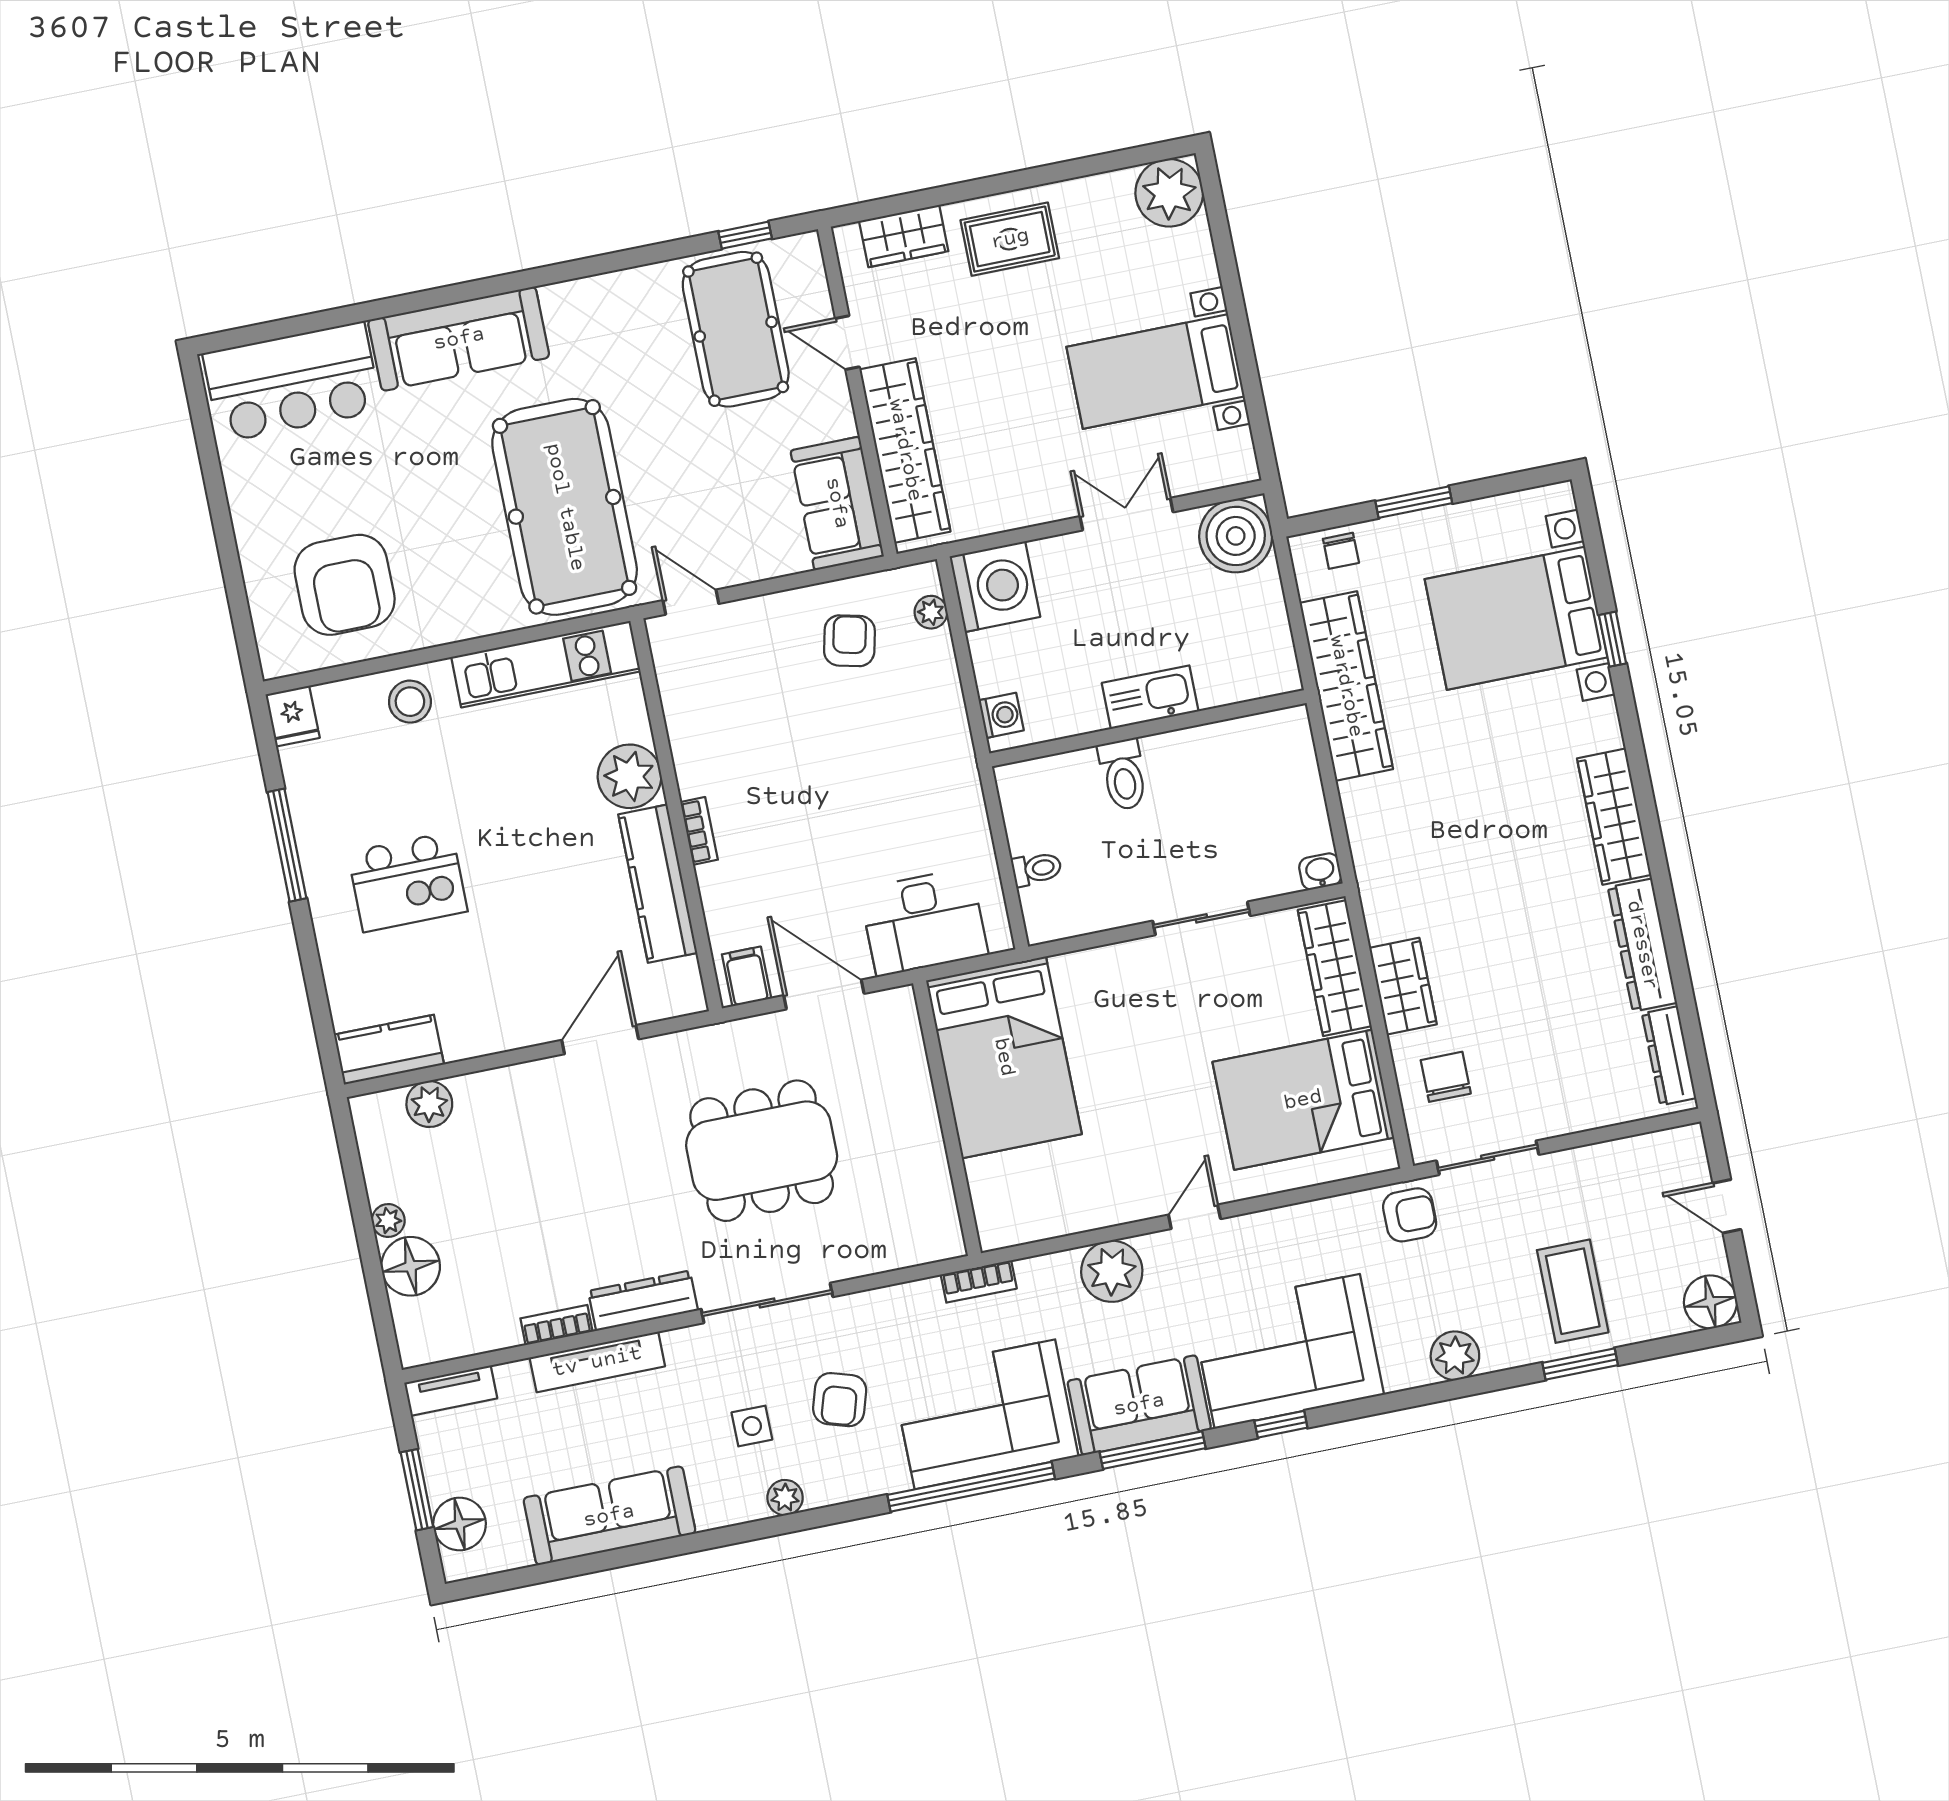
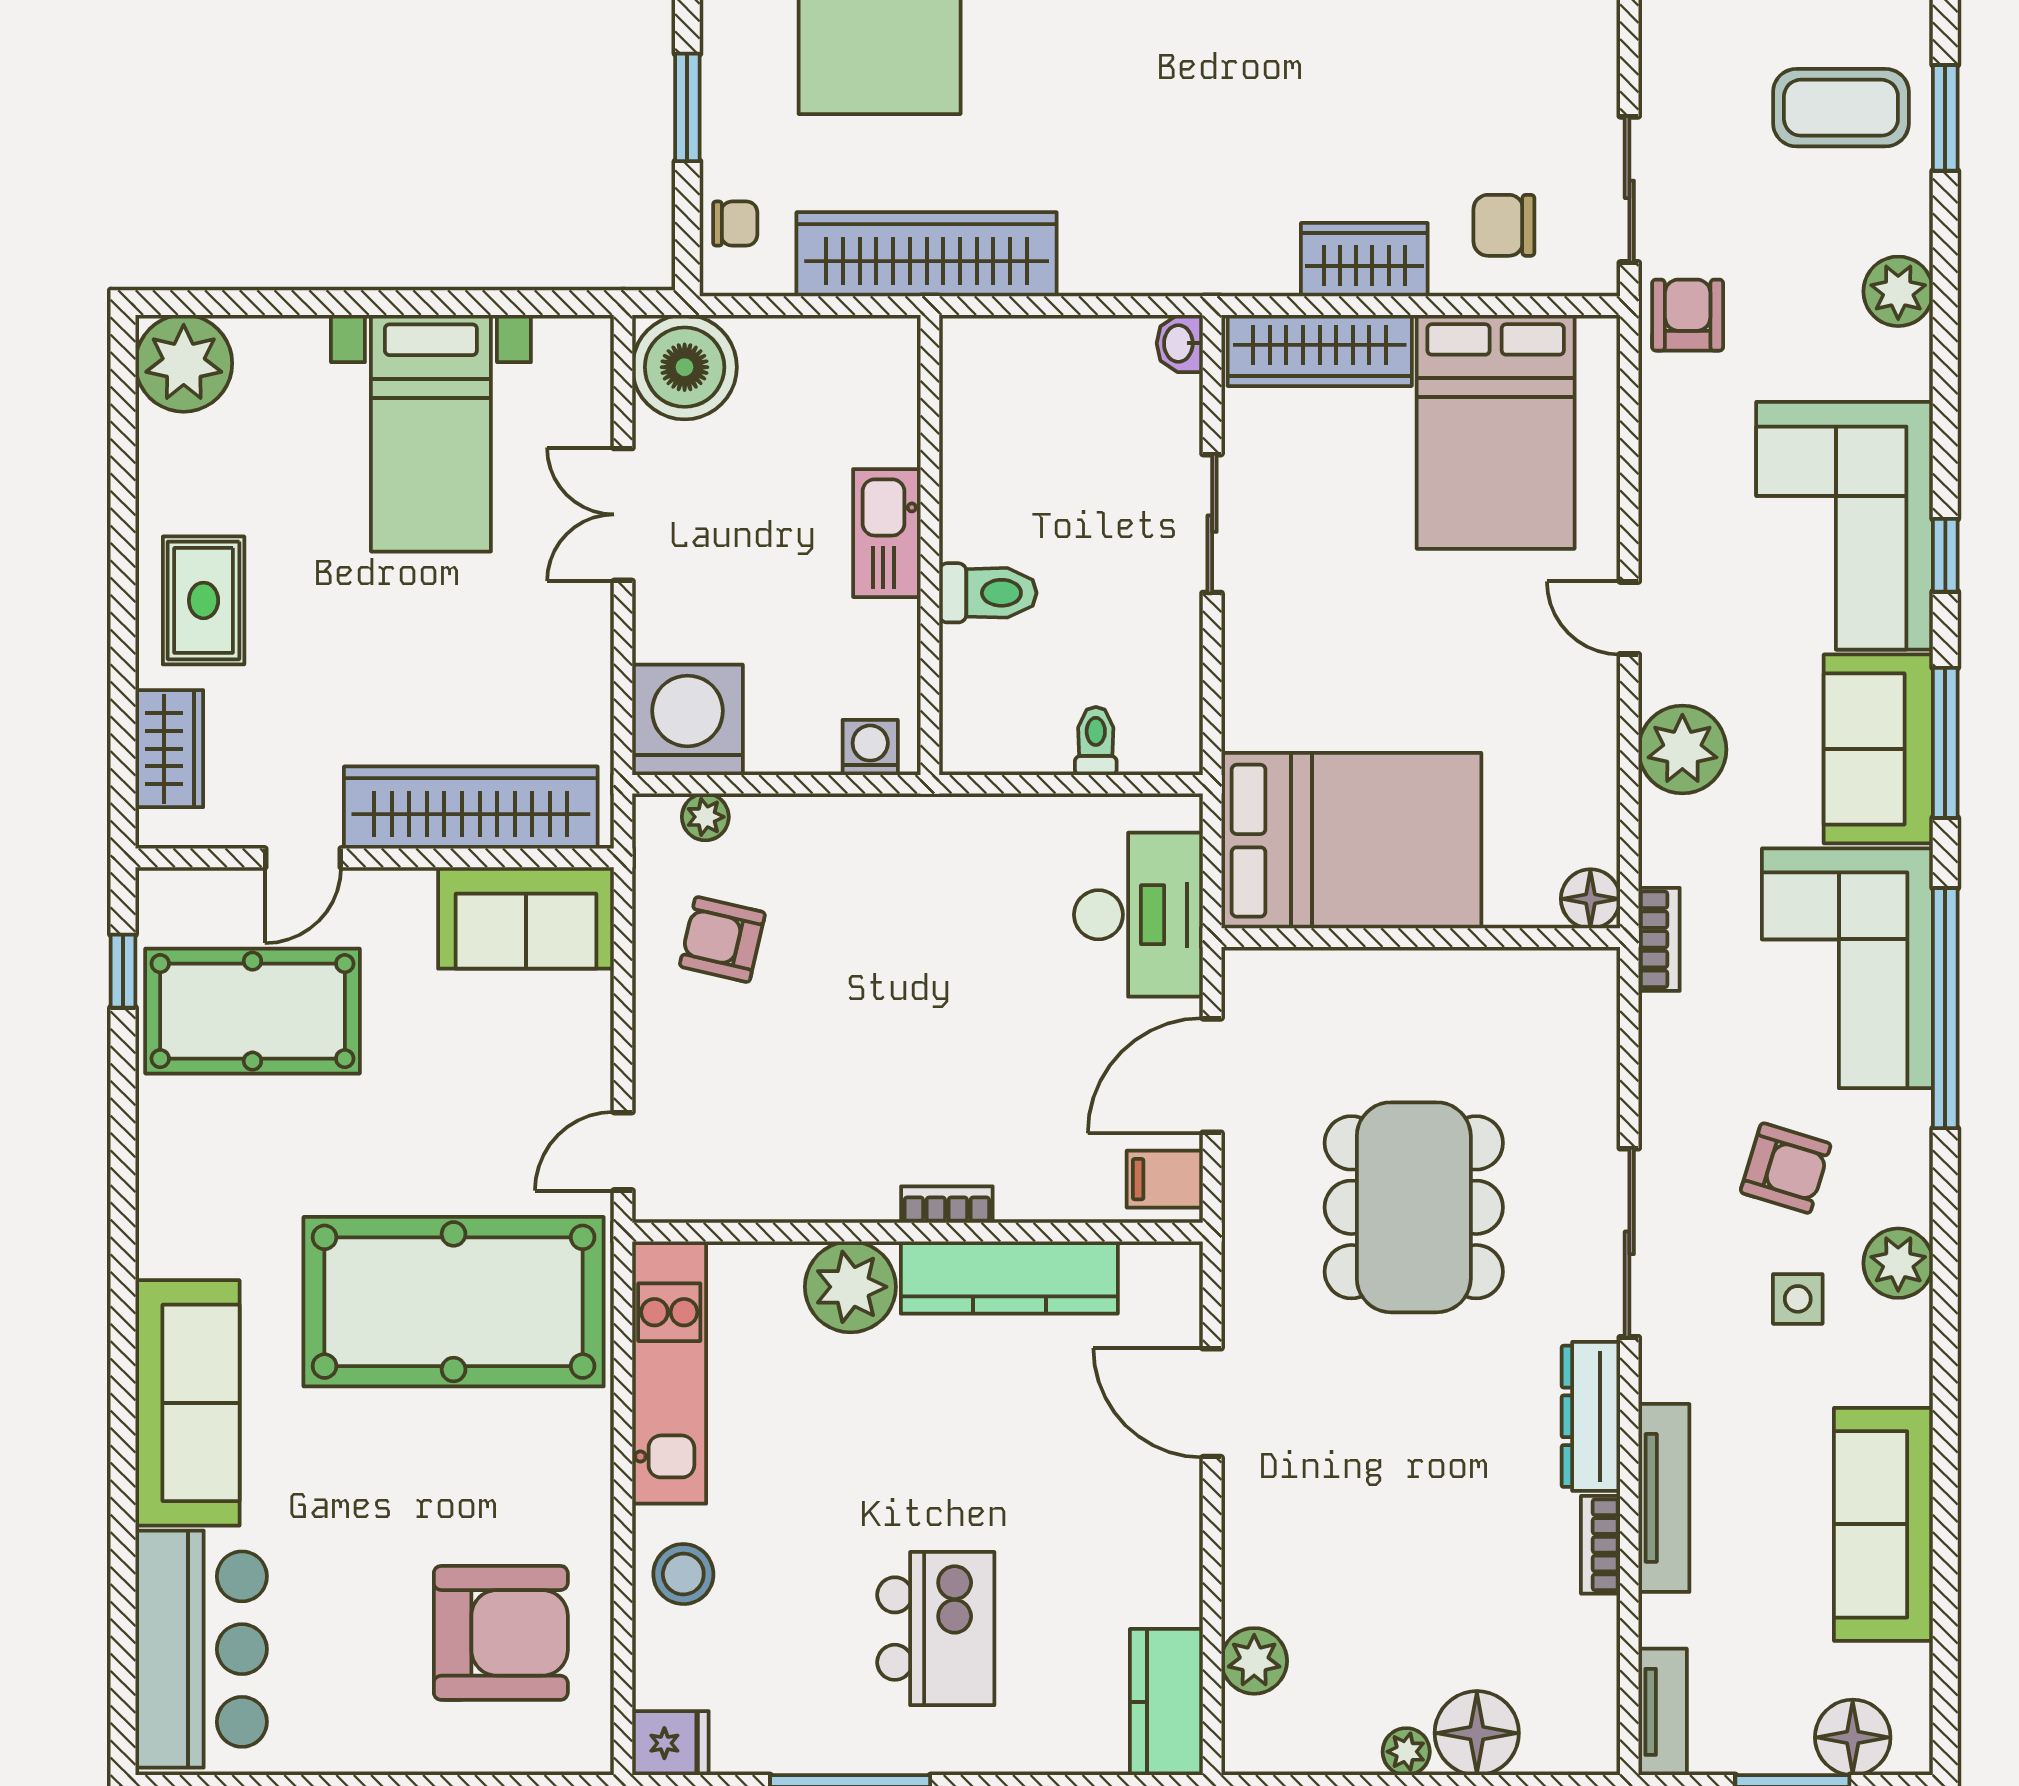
floor lamp: (997, 1229) -> (1590, 899), added
plant: (785, 1498) -> (1898, 1263), width x1.38, depth x1.38

